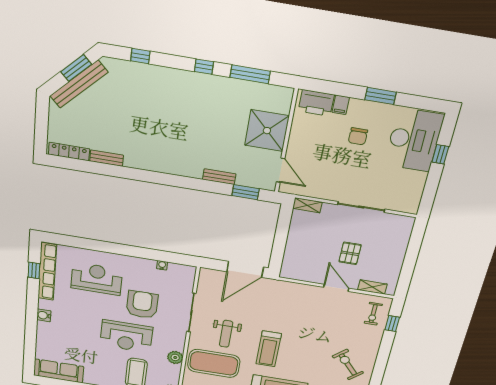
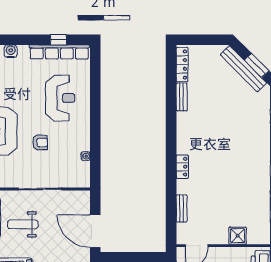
shower: (267, 131) -> (238, 236), width x0.54, depth x0.54
locker: (187, 171) -> (182, 167), added
bench: (219, 177) -> (182, 208), moved
window: (246, 192) -> (171, 219), removed
armchair: (142, 305) -> (40, 142), width x0.53, depth x0.53

